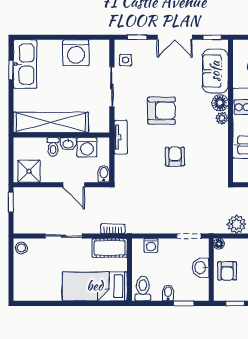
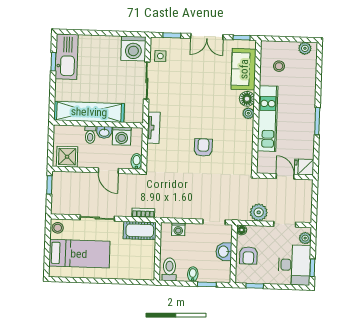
washing machine: (76, 53) -> (133, 48), moved
armchair: (162, 111) -> (192, 104), removed
bed: (95, 286) -> (79, 254), moved, turned 180

